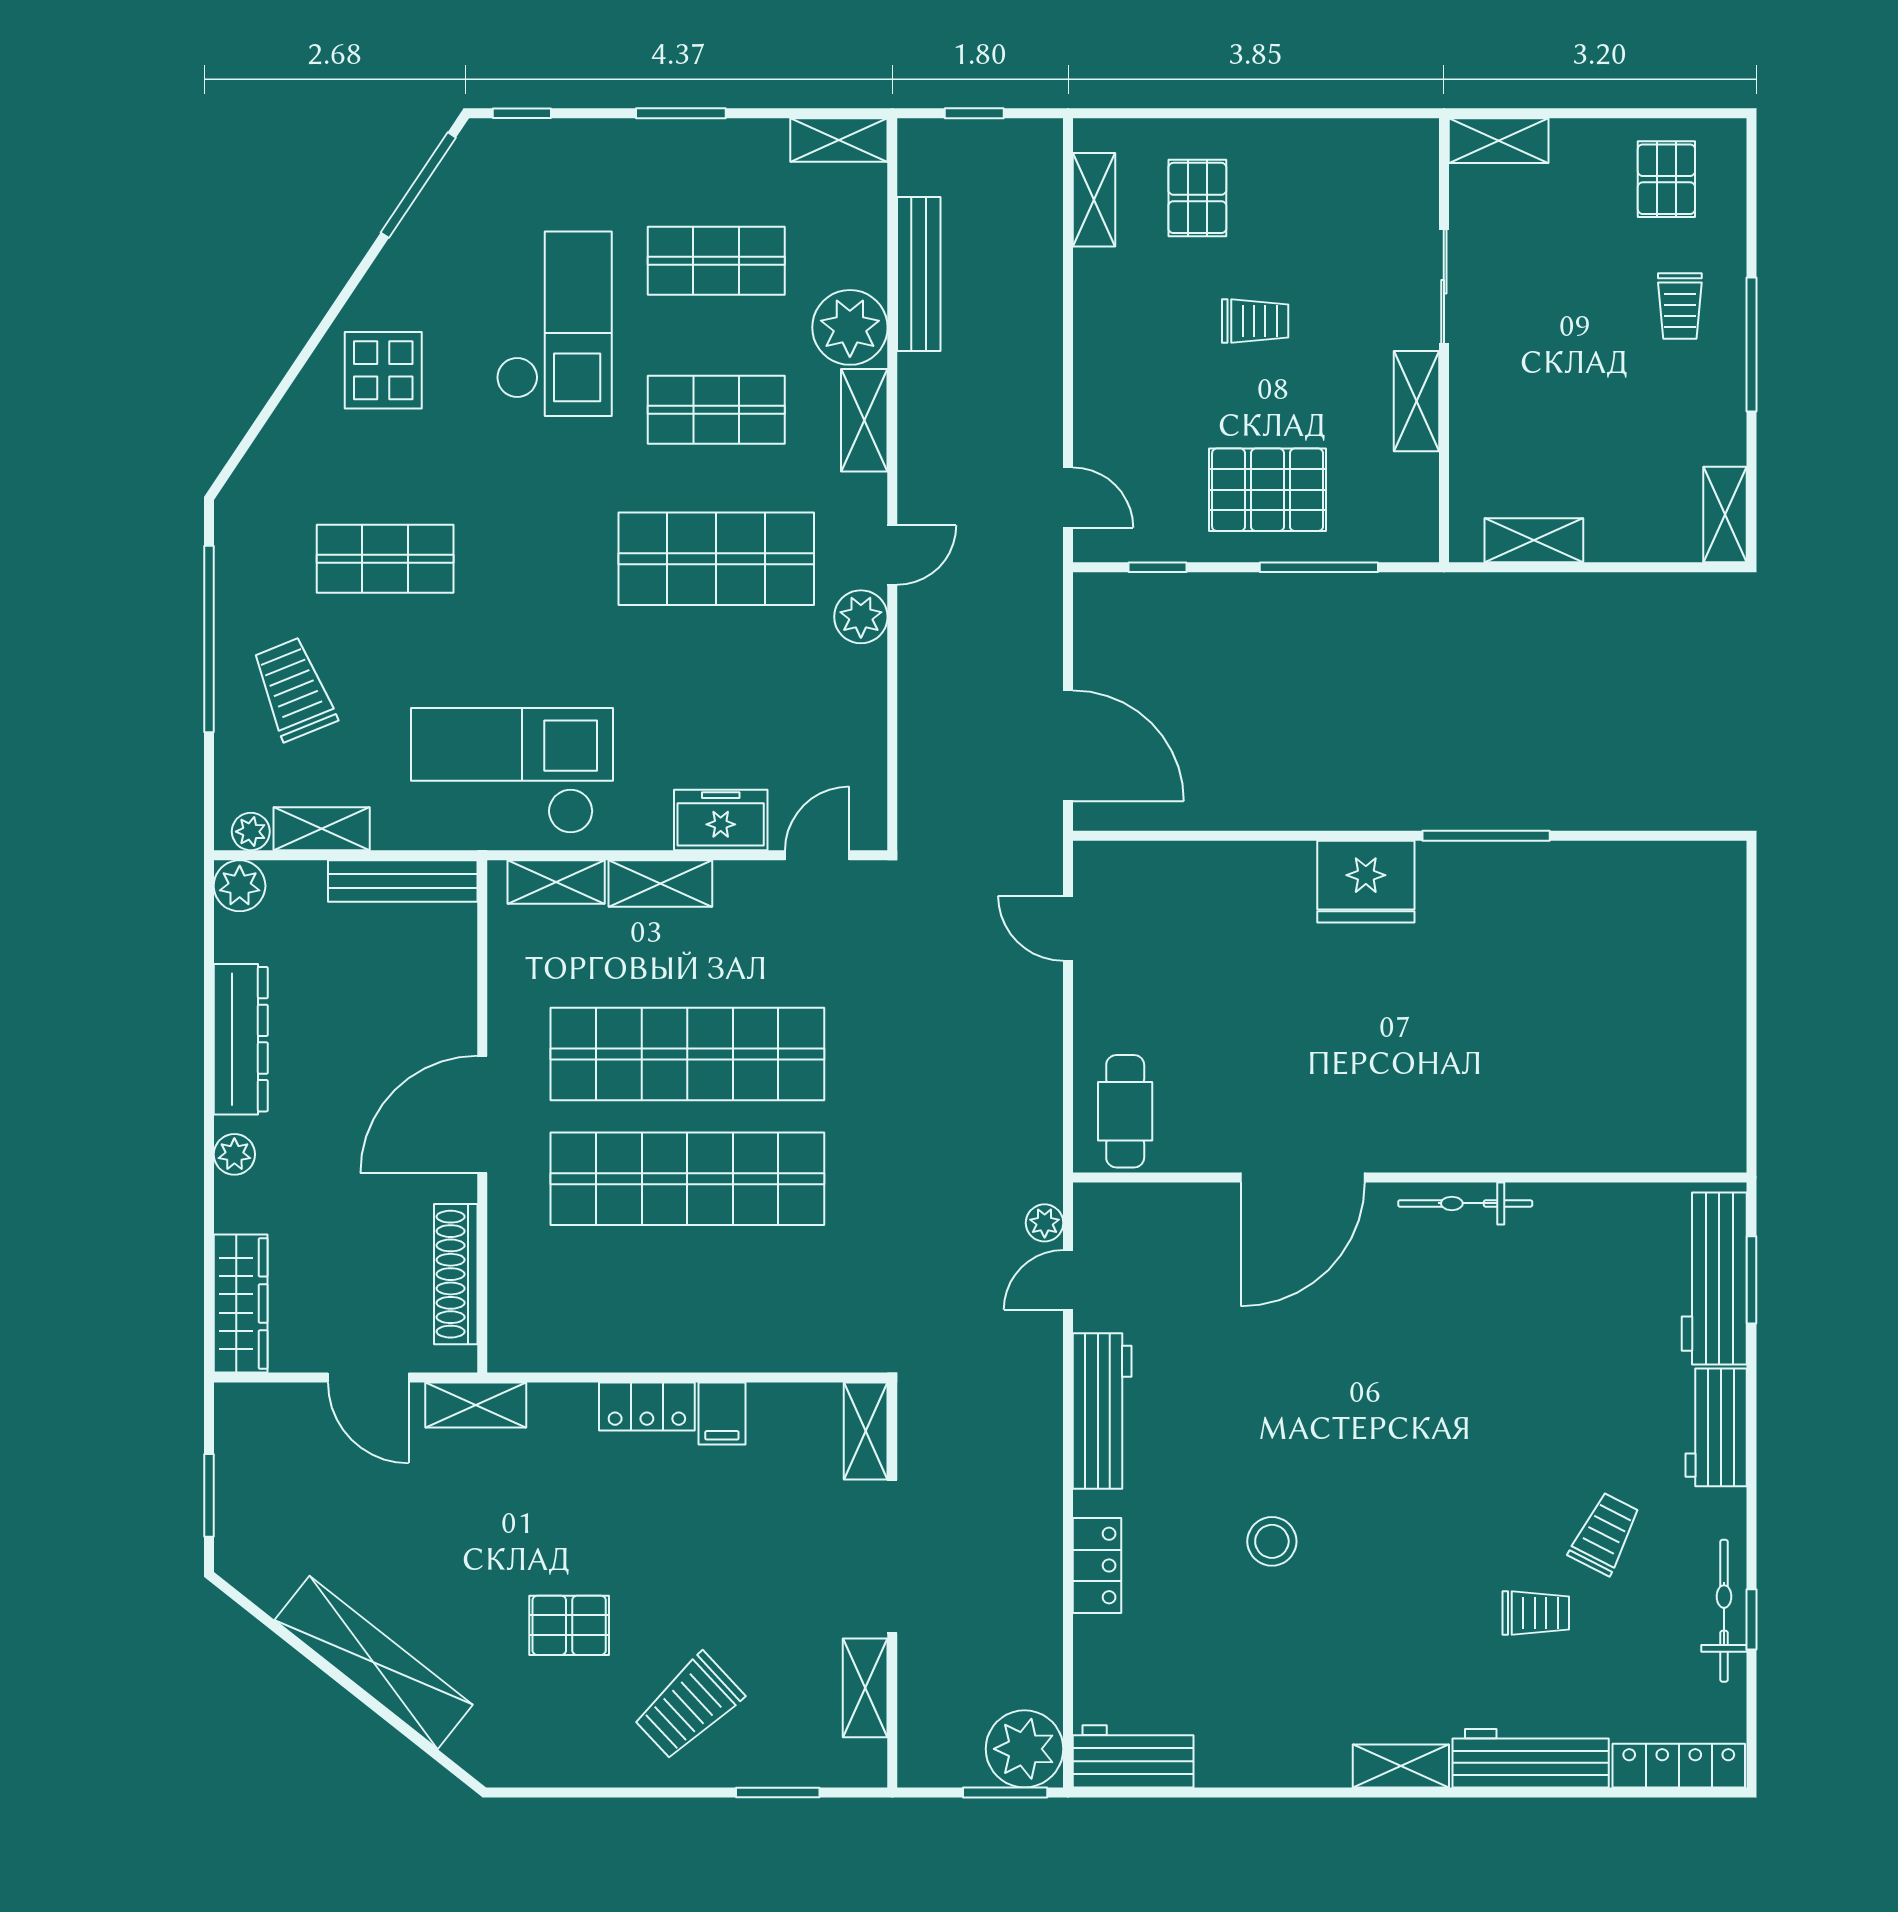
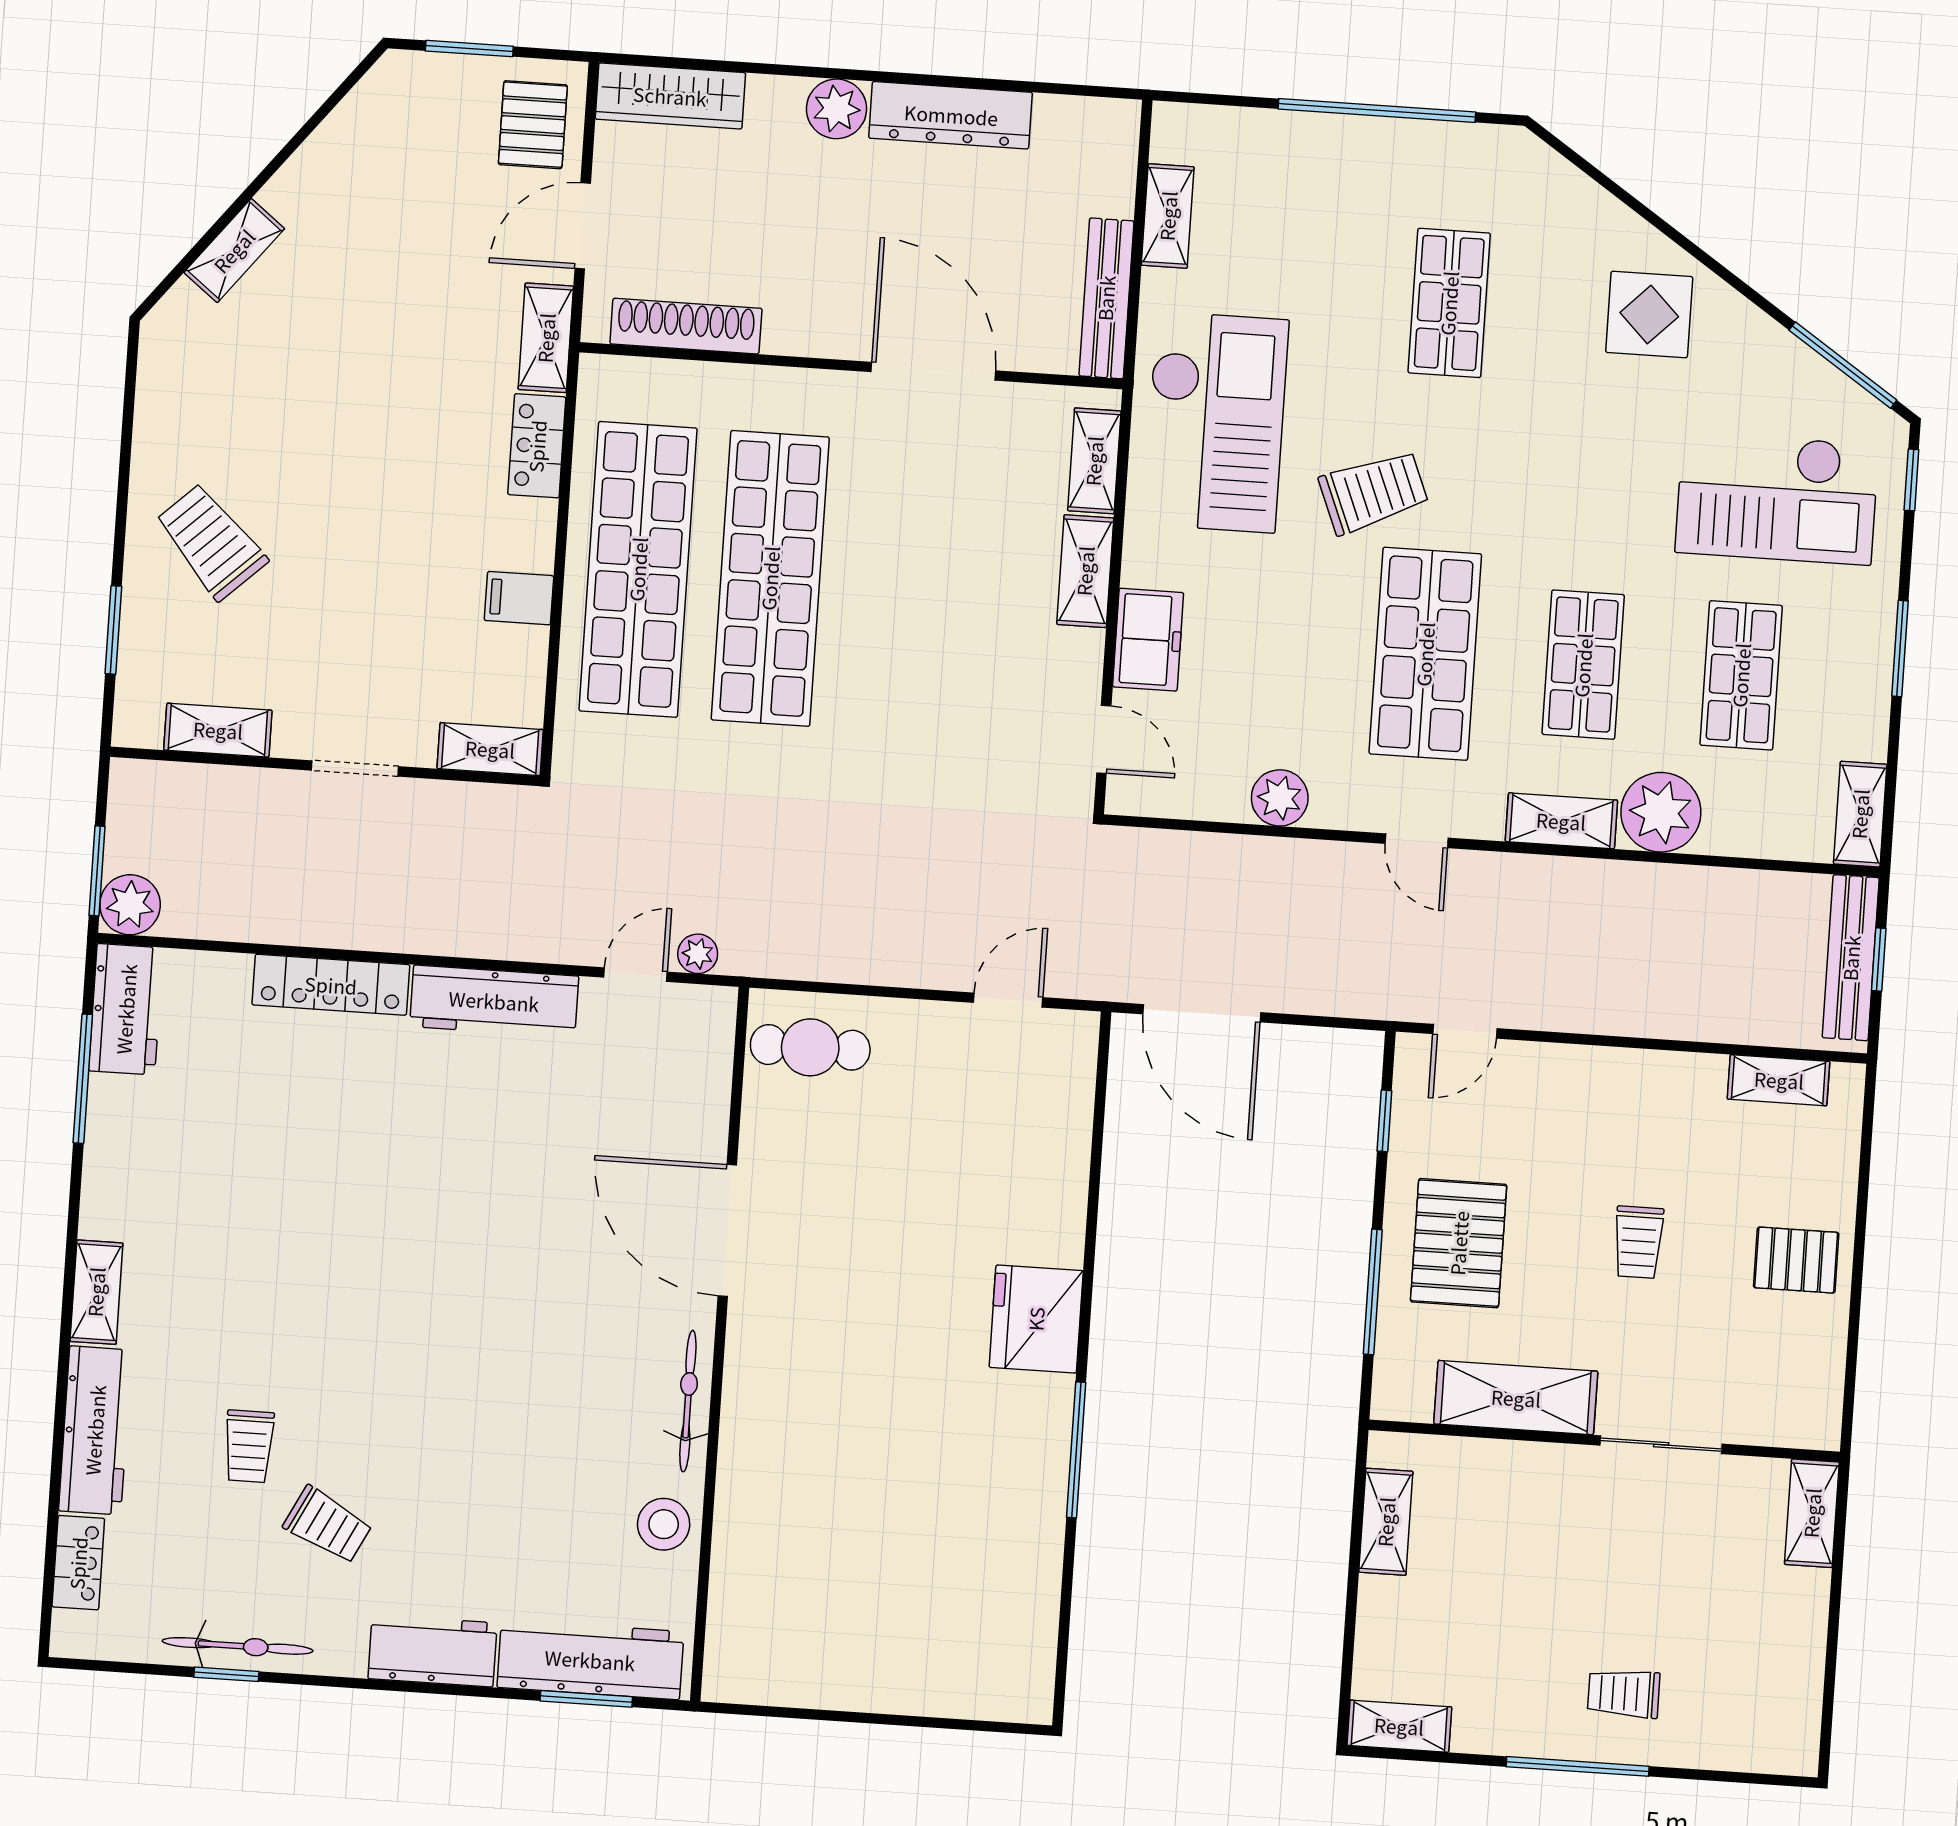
pallet: (1666, 179) -> (1759, 1688), removed
pallet: (1197, 198) -> (1796, 1260), moved
bench: (919, 274) -> (1851, 958), moved, turned 90
checkout: (554, 324) -> (1777, 498), moved
shelving: (1416, 401) -> (1516, 1398), width x1.50, depth x1.33
plant: (861, 617) -> (1280, 798), moved
trolley: (294, 689) -> (1374, 492), moved
door: (1068, 746) -> (1202, 1013), hinge flipped
plant: (251, 832) -> (1170, 141), removed
plant: (240, 886) -> (1113, 125), removed
shop shelf: (687, 1054) -> (638, 569), moved
door: (482, 1114) -> (933, 371), moved
plant: (234, 1154) -> (836, 109), width x1.38, depth x1.38
door: (1068, 1280) -> (636, 975), hinge flipped
locker: (647, 1407) -> (537, 446), moved
stool: (1272, 1541) -> (664, 1524), moved
doorway: (892, 1557) -> (355, 768), width x0.53
locker: (1097, 1565) -> (331, 985), width x1.53
pallet: (569, 1625) -> (533, 125), moved
shelving: (374, 1662) -> (234, 251), width x0.45, depth x0.75
plant: (1024, 1749) -> (130, 905), width x0.73, depth x0.73
locker: (1679, 1766) -> (78, 1563), width x0.66
window: (1201, 1792) -> (83, 1079), added

